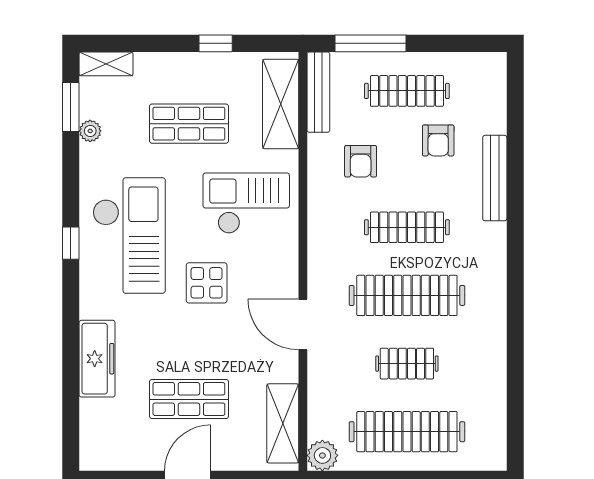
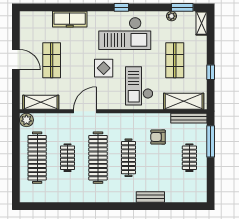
clothes rail: (407, 91) -> (189, 158), width x0.73
armchair: (438, 140) -> (167, 172), removed
bench: (495, 178) -> (150, 197), width x0.73
checkout: (246, 203) -> (139, 86), turned 180

